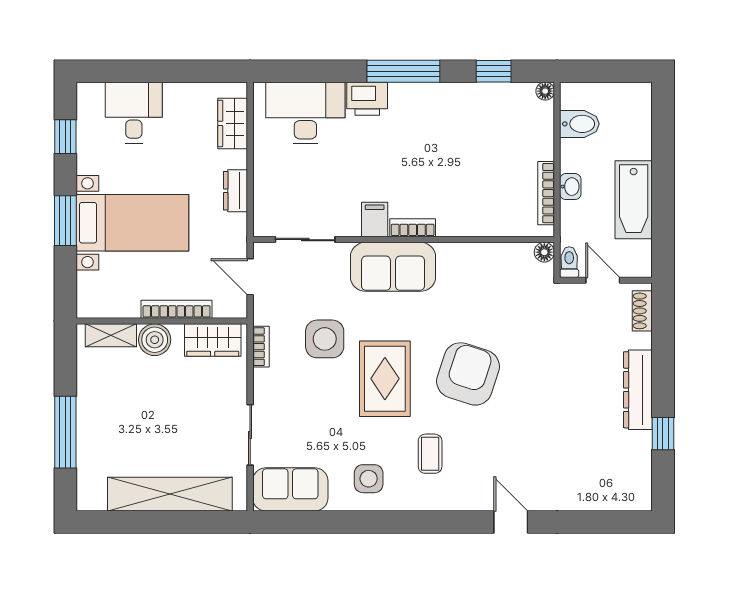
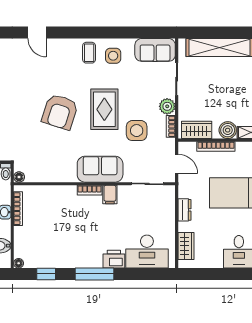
plant: (268, 384) -> (167, 106), added
coffee table: (430, 454) -> (89, 53), moved

